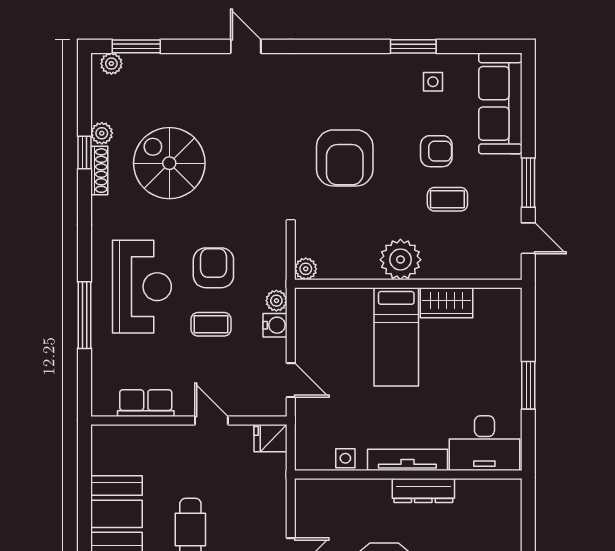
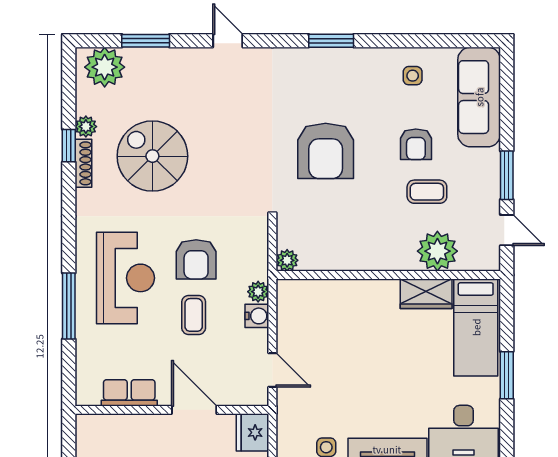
window: (136, 46) -> (146, 41), moved
window: (413, 46) -> (331, 41), moved
plant: (111, 64) -> (105, 67), width x1.88, depth x1.88
armchair: (436, 151) -> (416, 144), turned 90
plant: (400, 260) -> (437, 251), moved
armchair: (213, 268) -> (196, 259), turned 180
coffee table: (211, 324) -> (194, 315), turned 90
bed: (396, 337) -> (476, 327), moved
door: (211, 420) -> (194, 410), width x1.38
fridge: (271, 438) -> (252, 432), width x1.38

